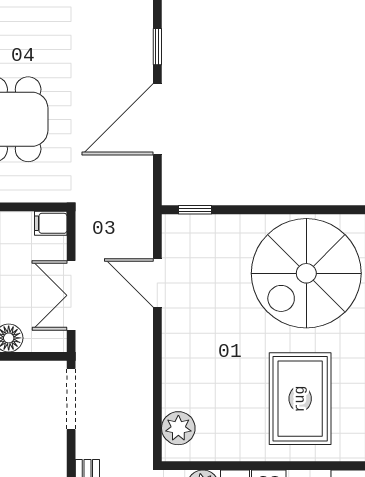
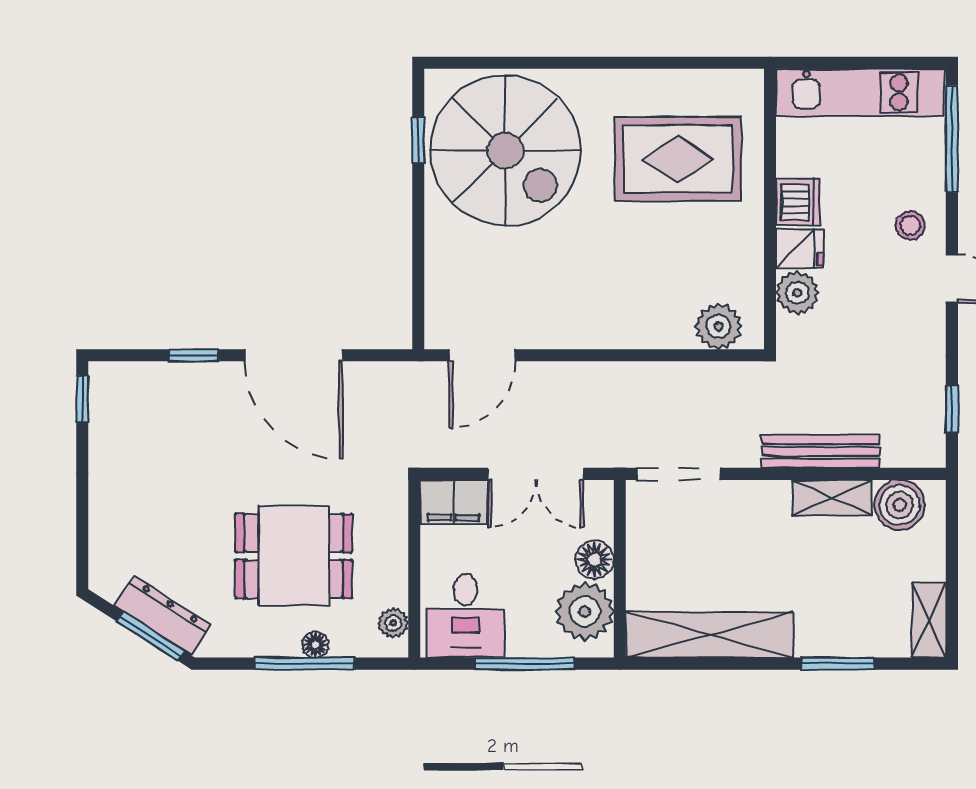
window: (195, 210) -> (418, 140), moved
filing cabinet: (51, 223) -> (453, 502), width x2.00
door: (157, 283) -> (482, 355), moved

